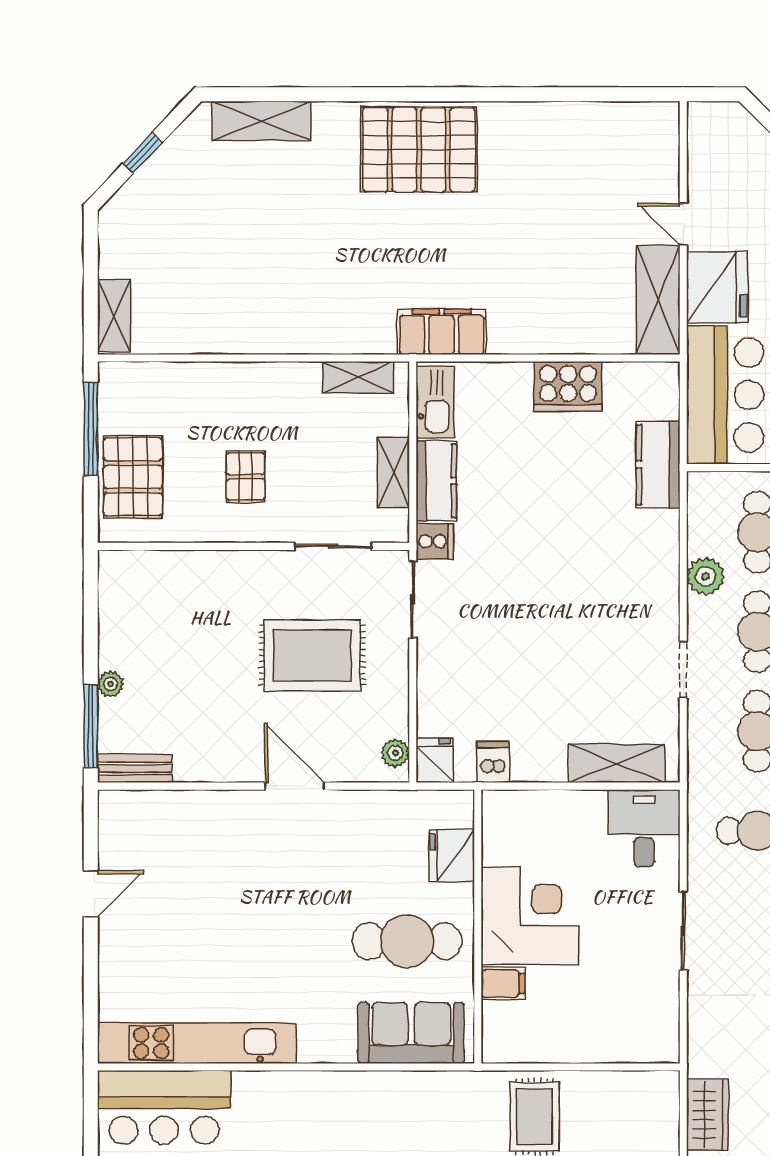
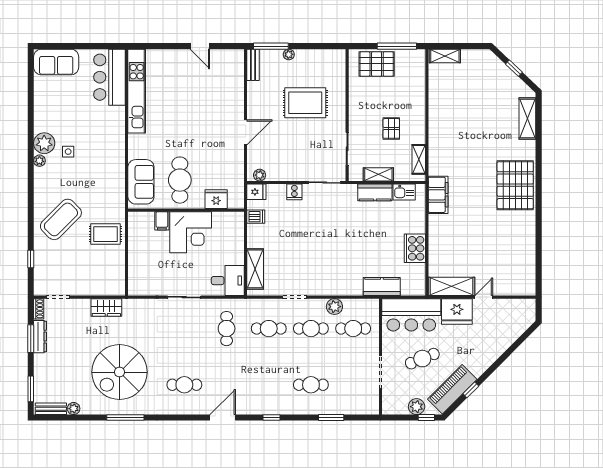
kitchen sink: (435, 402) -> (404, 192), width x0.73
pallet: (245, 477) -> (391, 128), moved, turned 90
cooker: (435, 541) -> (294, 192), moved
rug: (312, 655) -> (305, 103), moved, turned 90

